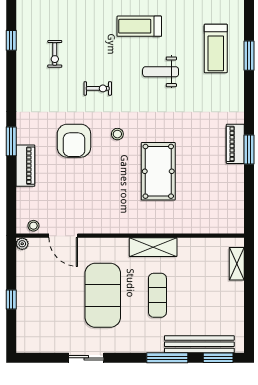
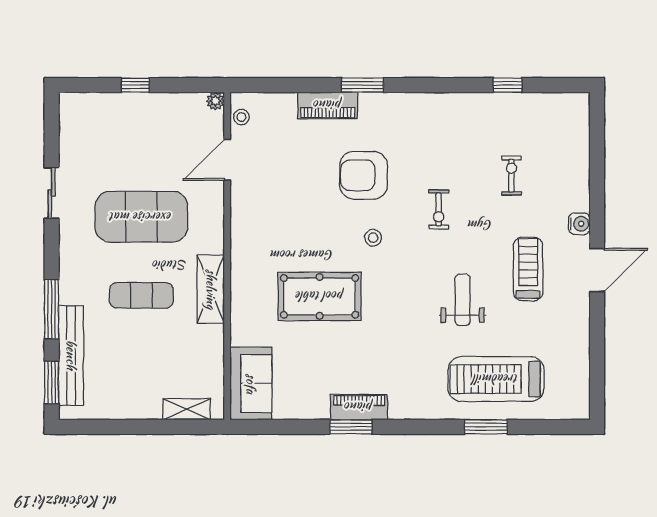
treadmill: (216, 48) -> (496, 379), width x1.37, depth x1.38
exercise bike: (55, 54) -> (511, 176), moved, turned 90
sofa: (219, 219) -> (251, 384), added

